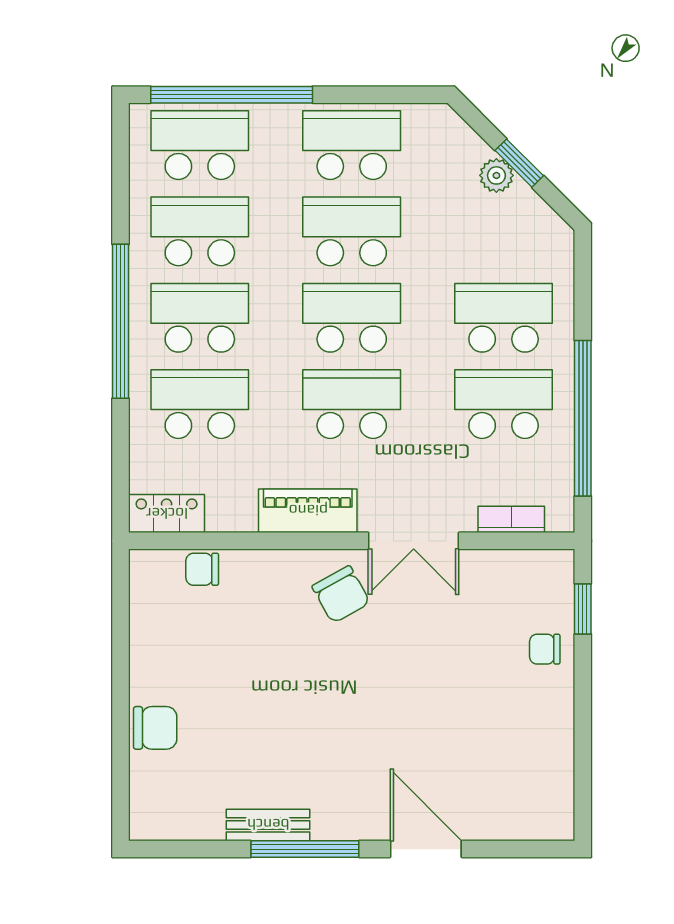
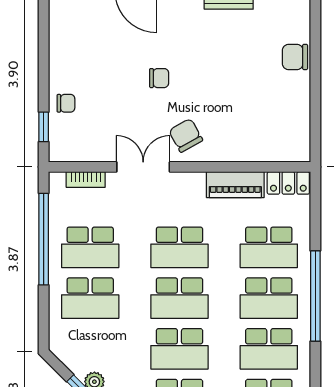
piano: (308, 511) -> (235, 185), moved
chair: (202, 569) -> (159, 78), moved

